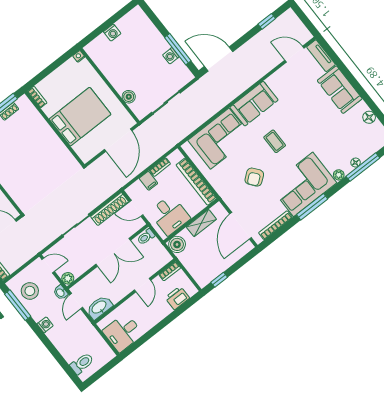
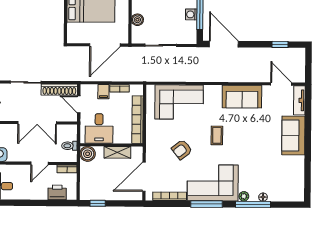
sofa: (254, 104) -> (242, 97), moved
floor lamp: (369, 117) -> (299, 172), removed
window: (363, 167) -> (253, 204), moved
toilet: (146, 237) -> (69, 146), moved

